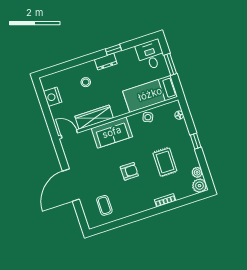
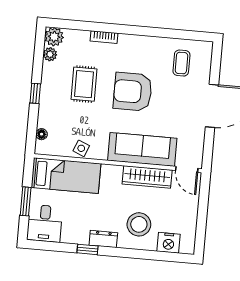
stool: (86, 82) -> (139, 224), width x1.89, depth x1.89
nightstand: (53, 97) -> (169, 243), moved, turned 90
sofa: (112, 132) -> (142, 149), width x1.36
armchair: (129, 171) -> (133, 92), width x1.88, depth x1.88

